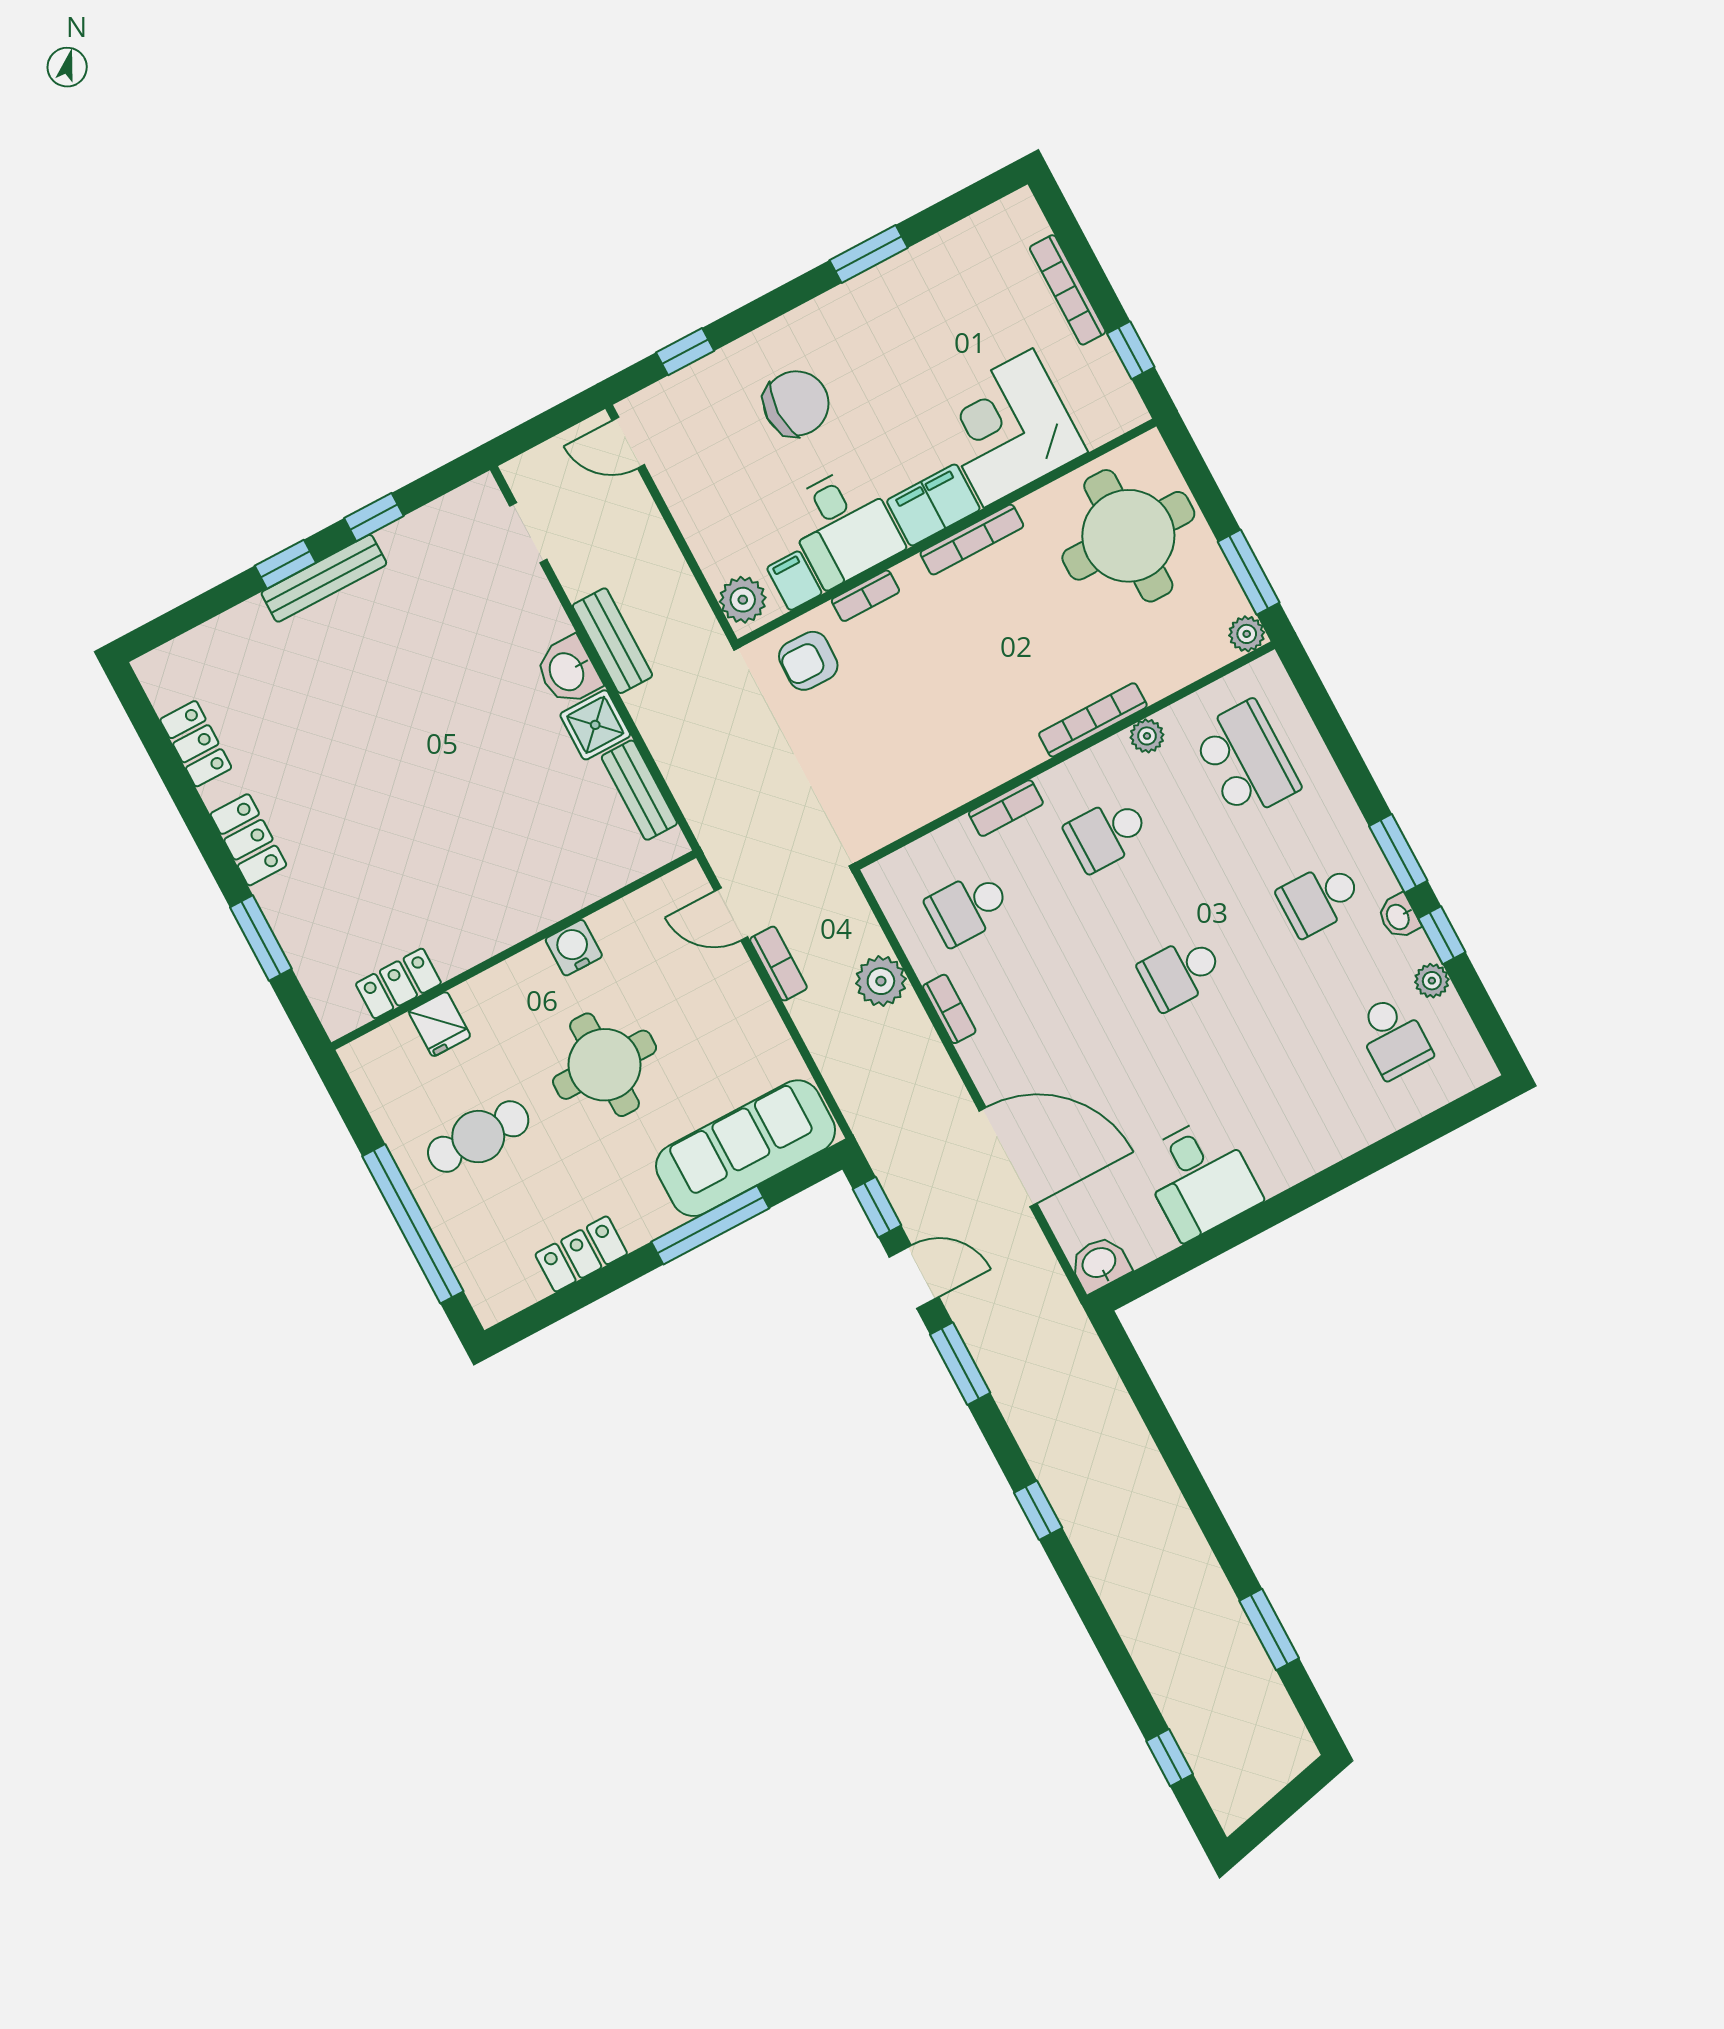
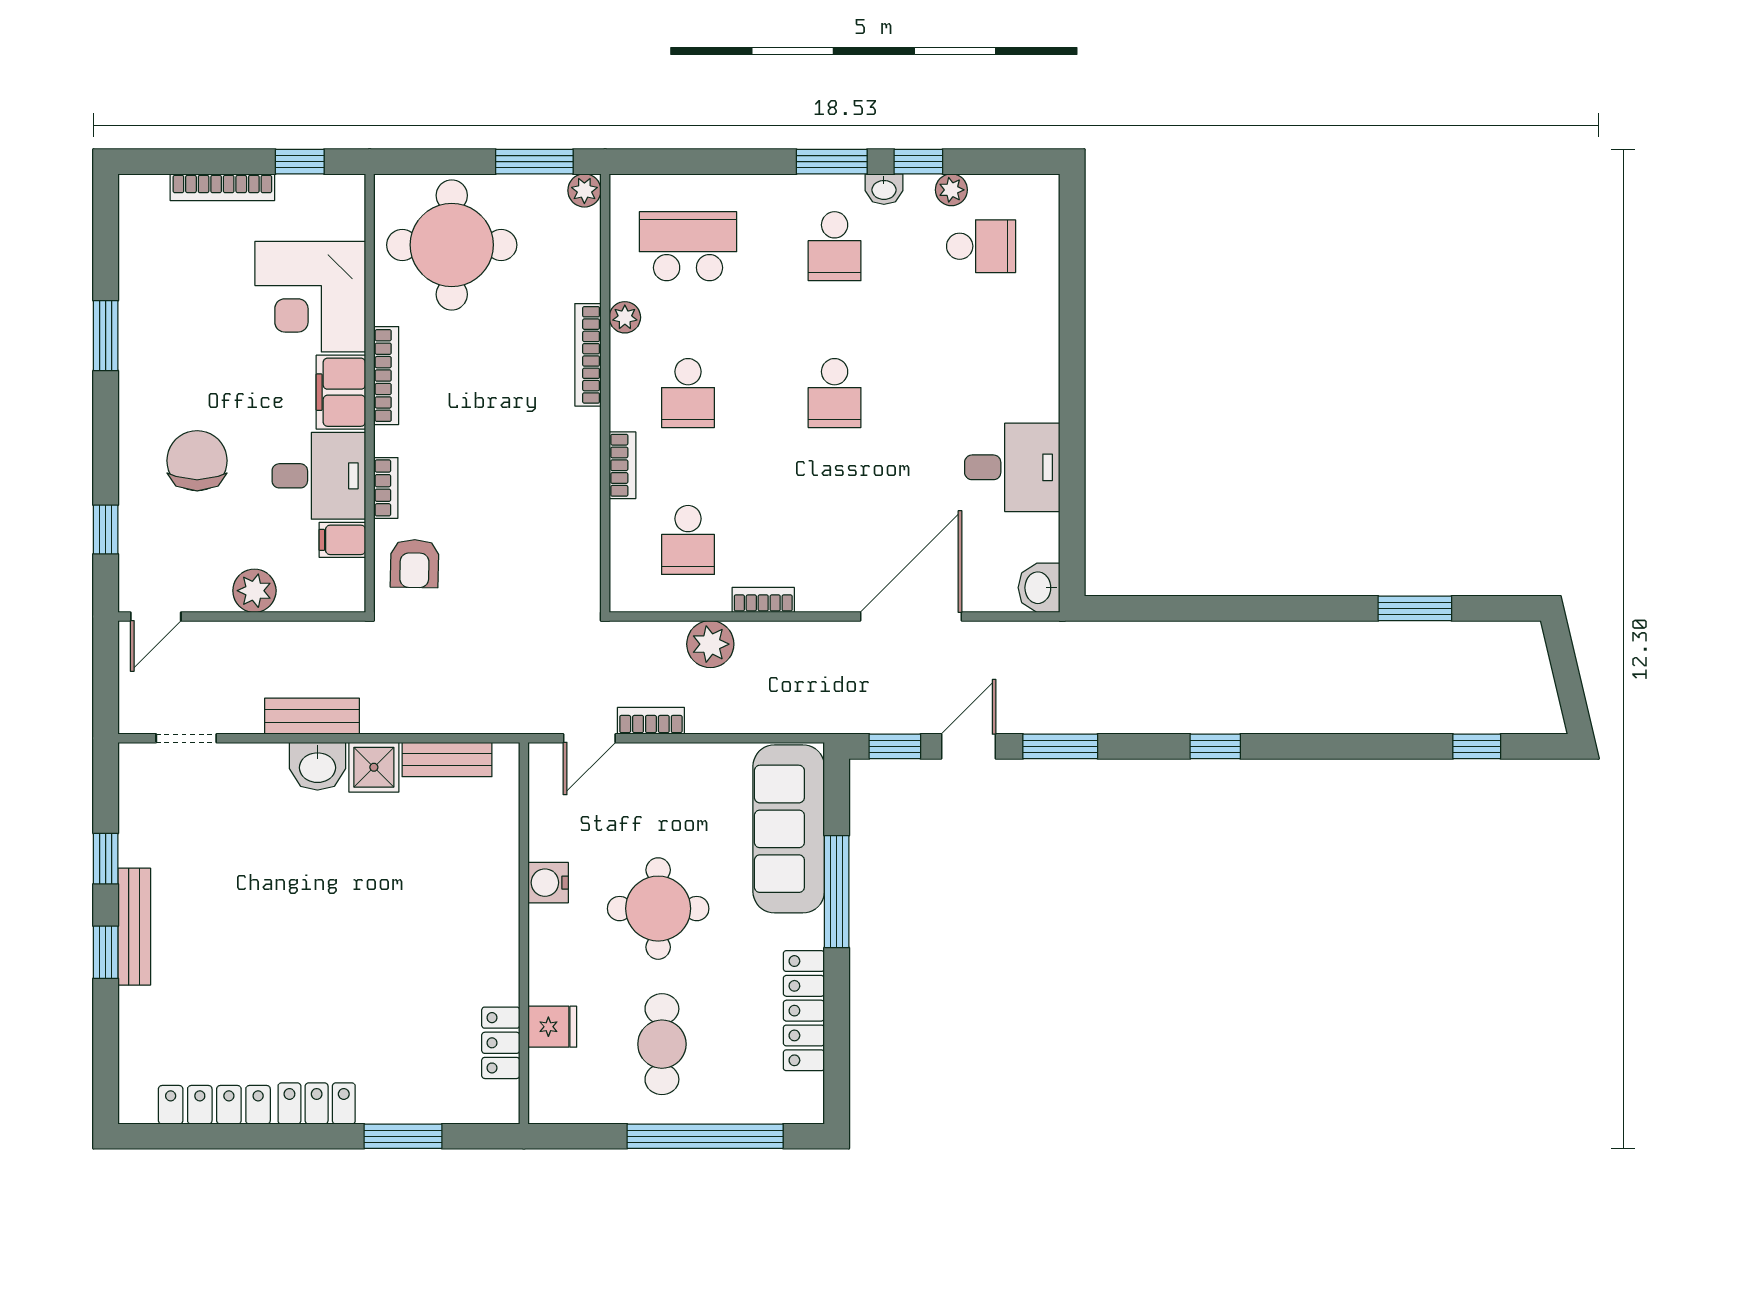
plant: (743, 600) -> (254, 591), moved
locker: (196, 744) -> (214, 1105), width x1.53
locker: (581, 1254) -> (804, 1011), width x1.53

